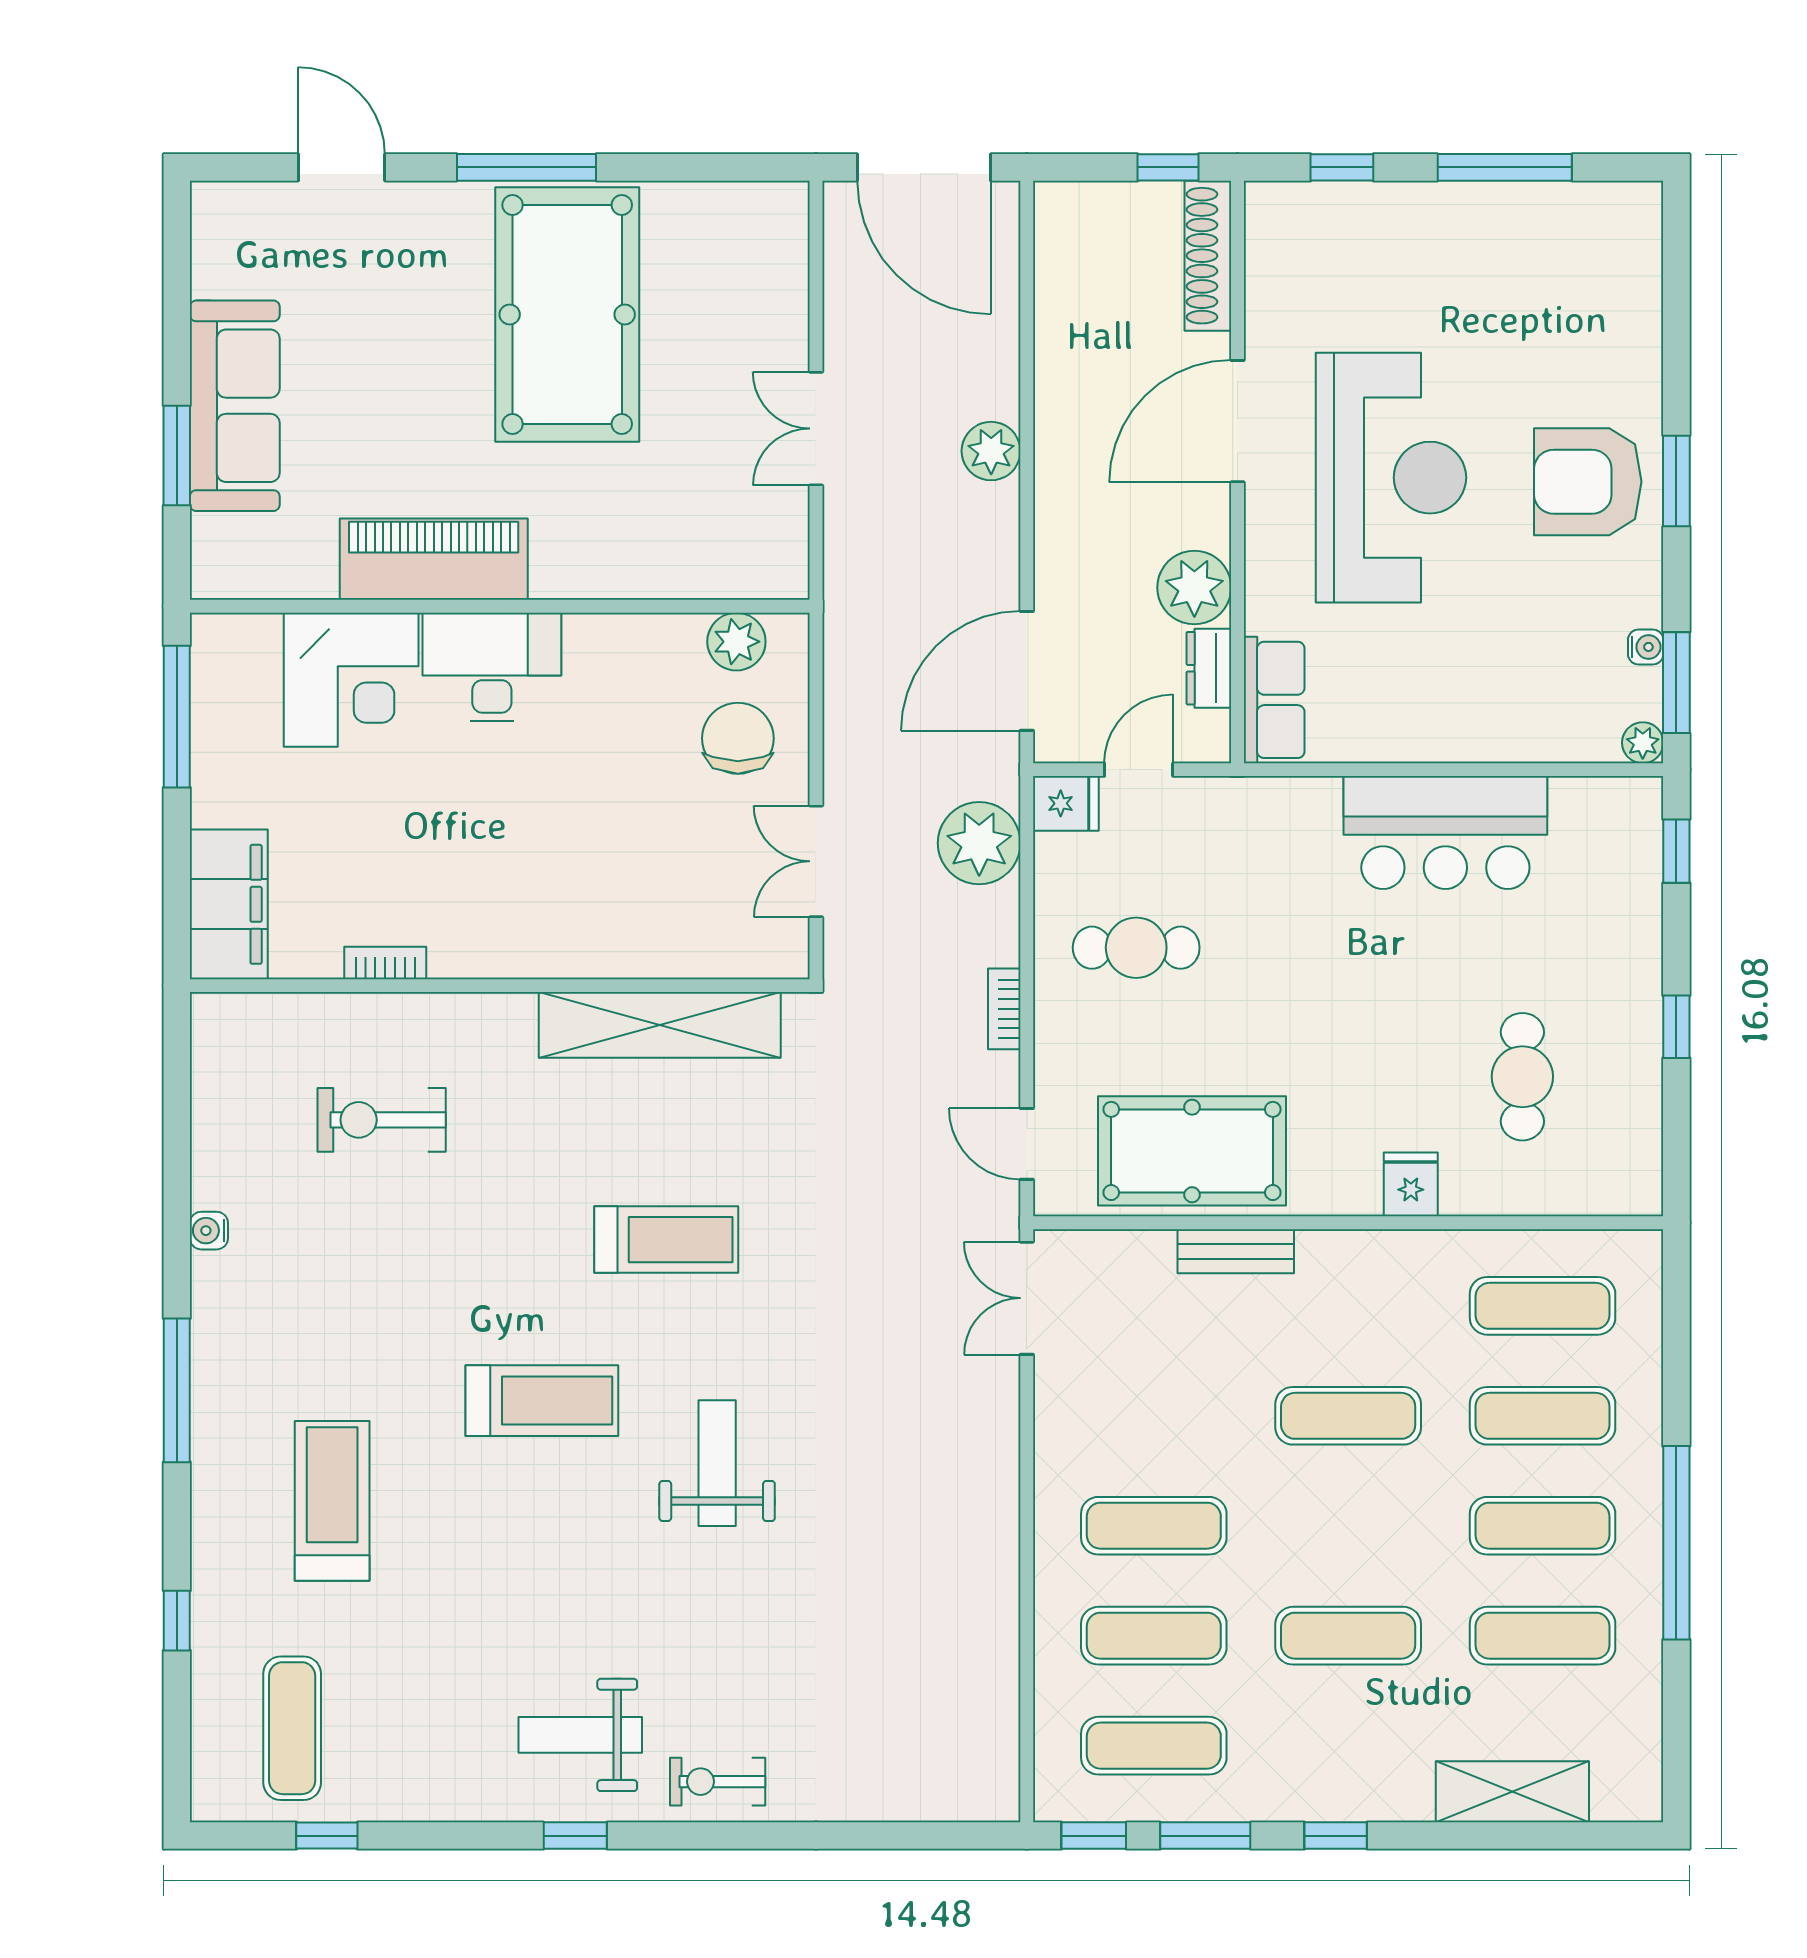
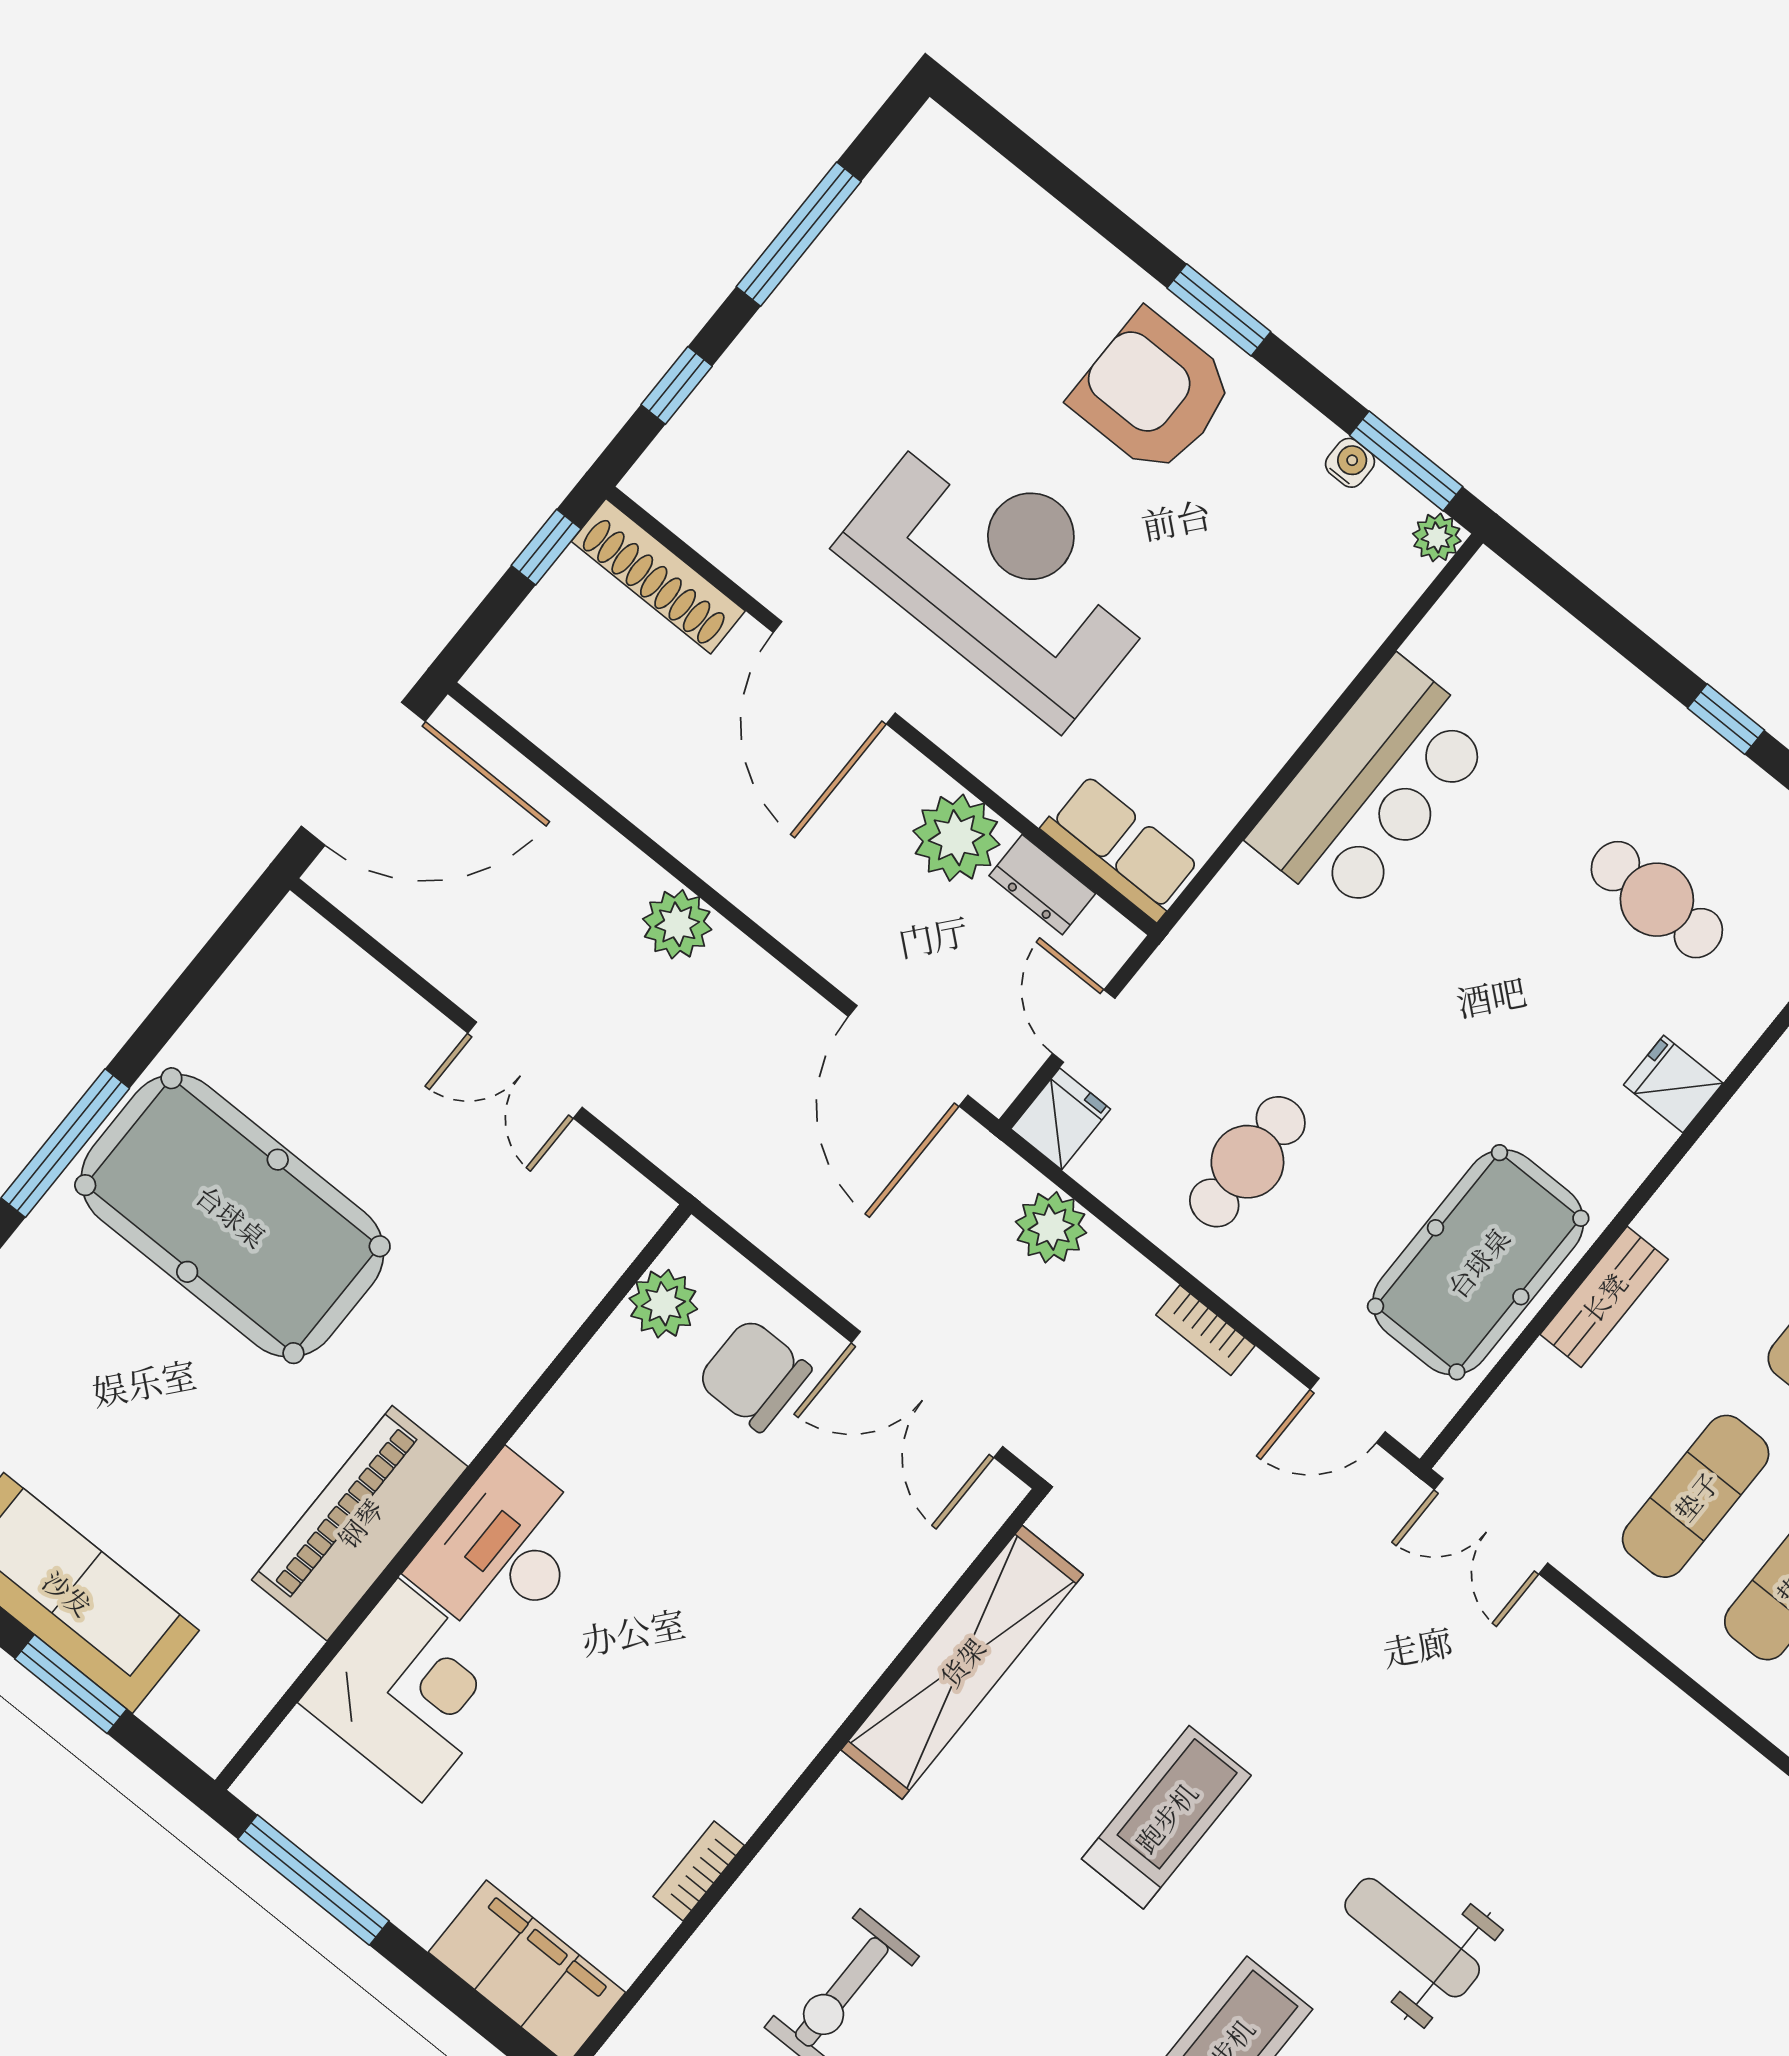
armchair: (1588, 482) -> (1153, 393), turned 90
plant: (979, 843) -> (1051, 1227), width x0.73, depth x0.73
window: (1676, 851) -> (1563, 587), removed
double door: (816, 861) -> (927, 1395), width x1.37
exercise mat: (1154, 1416) -> (1696, 1496), added

